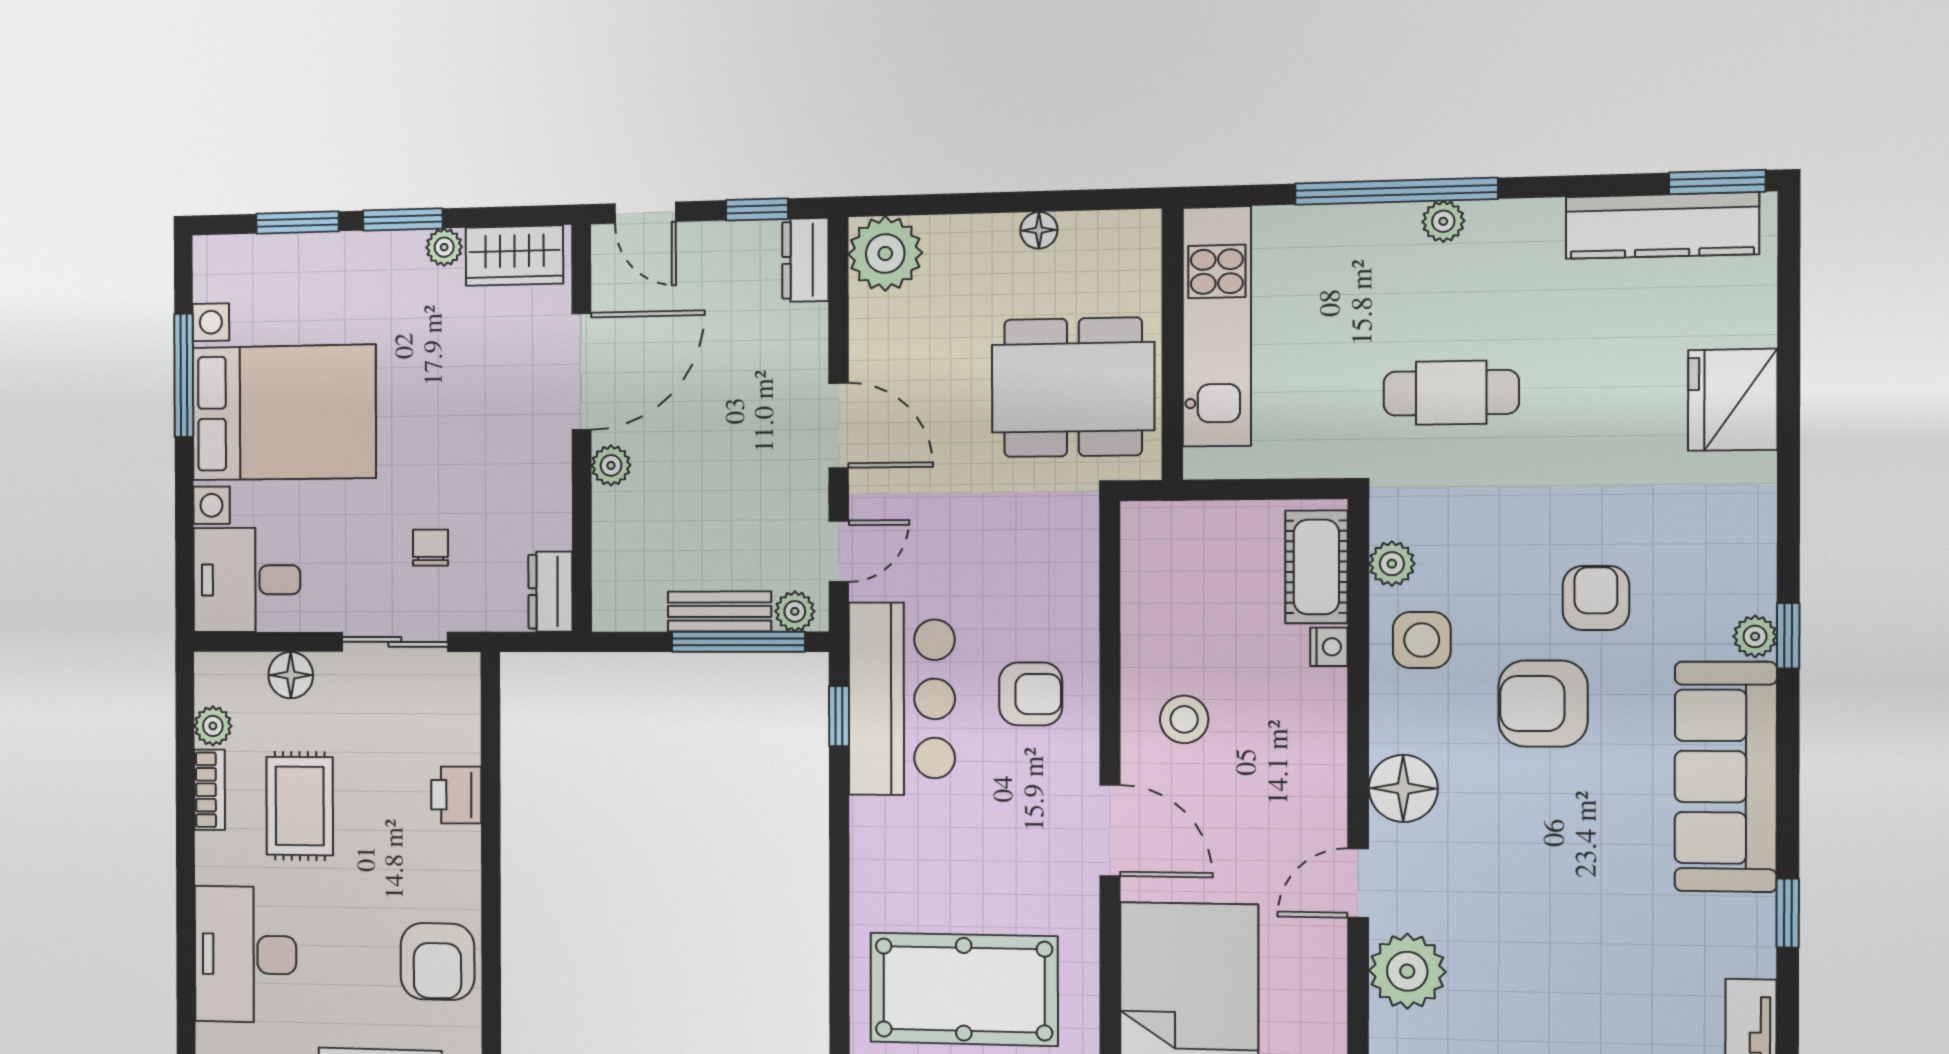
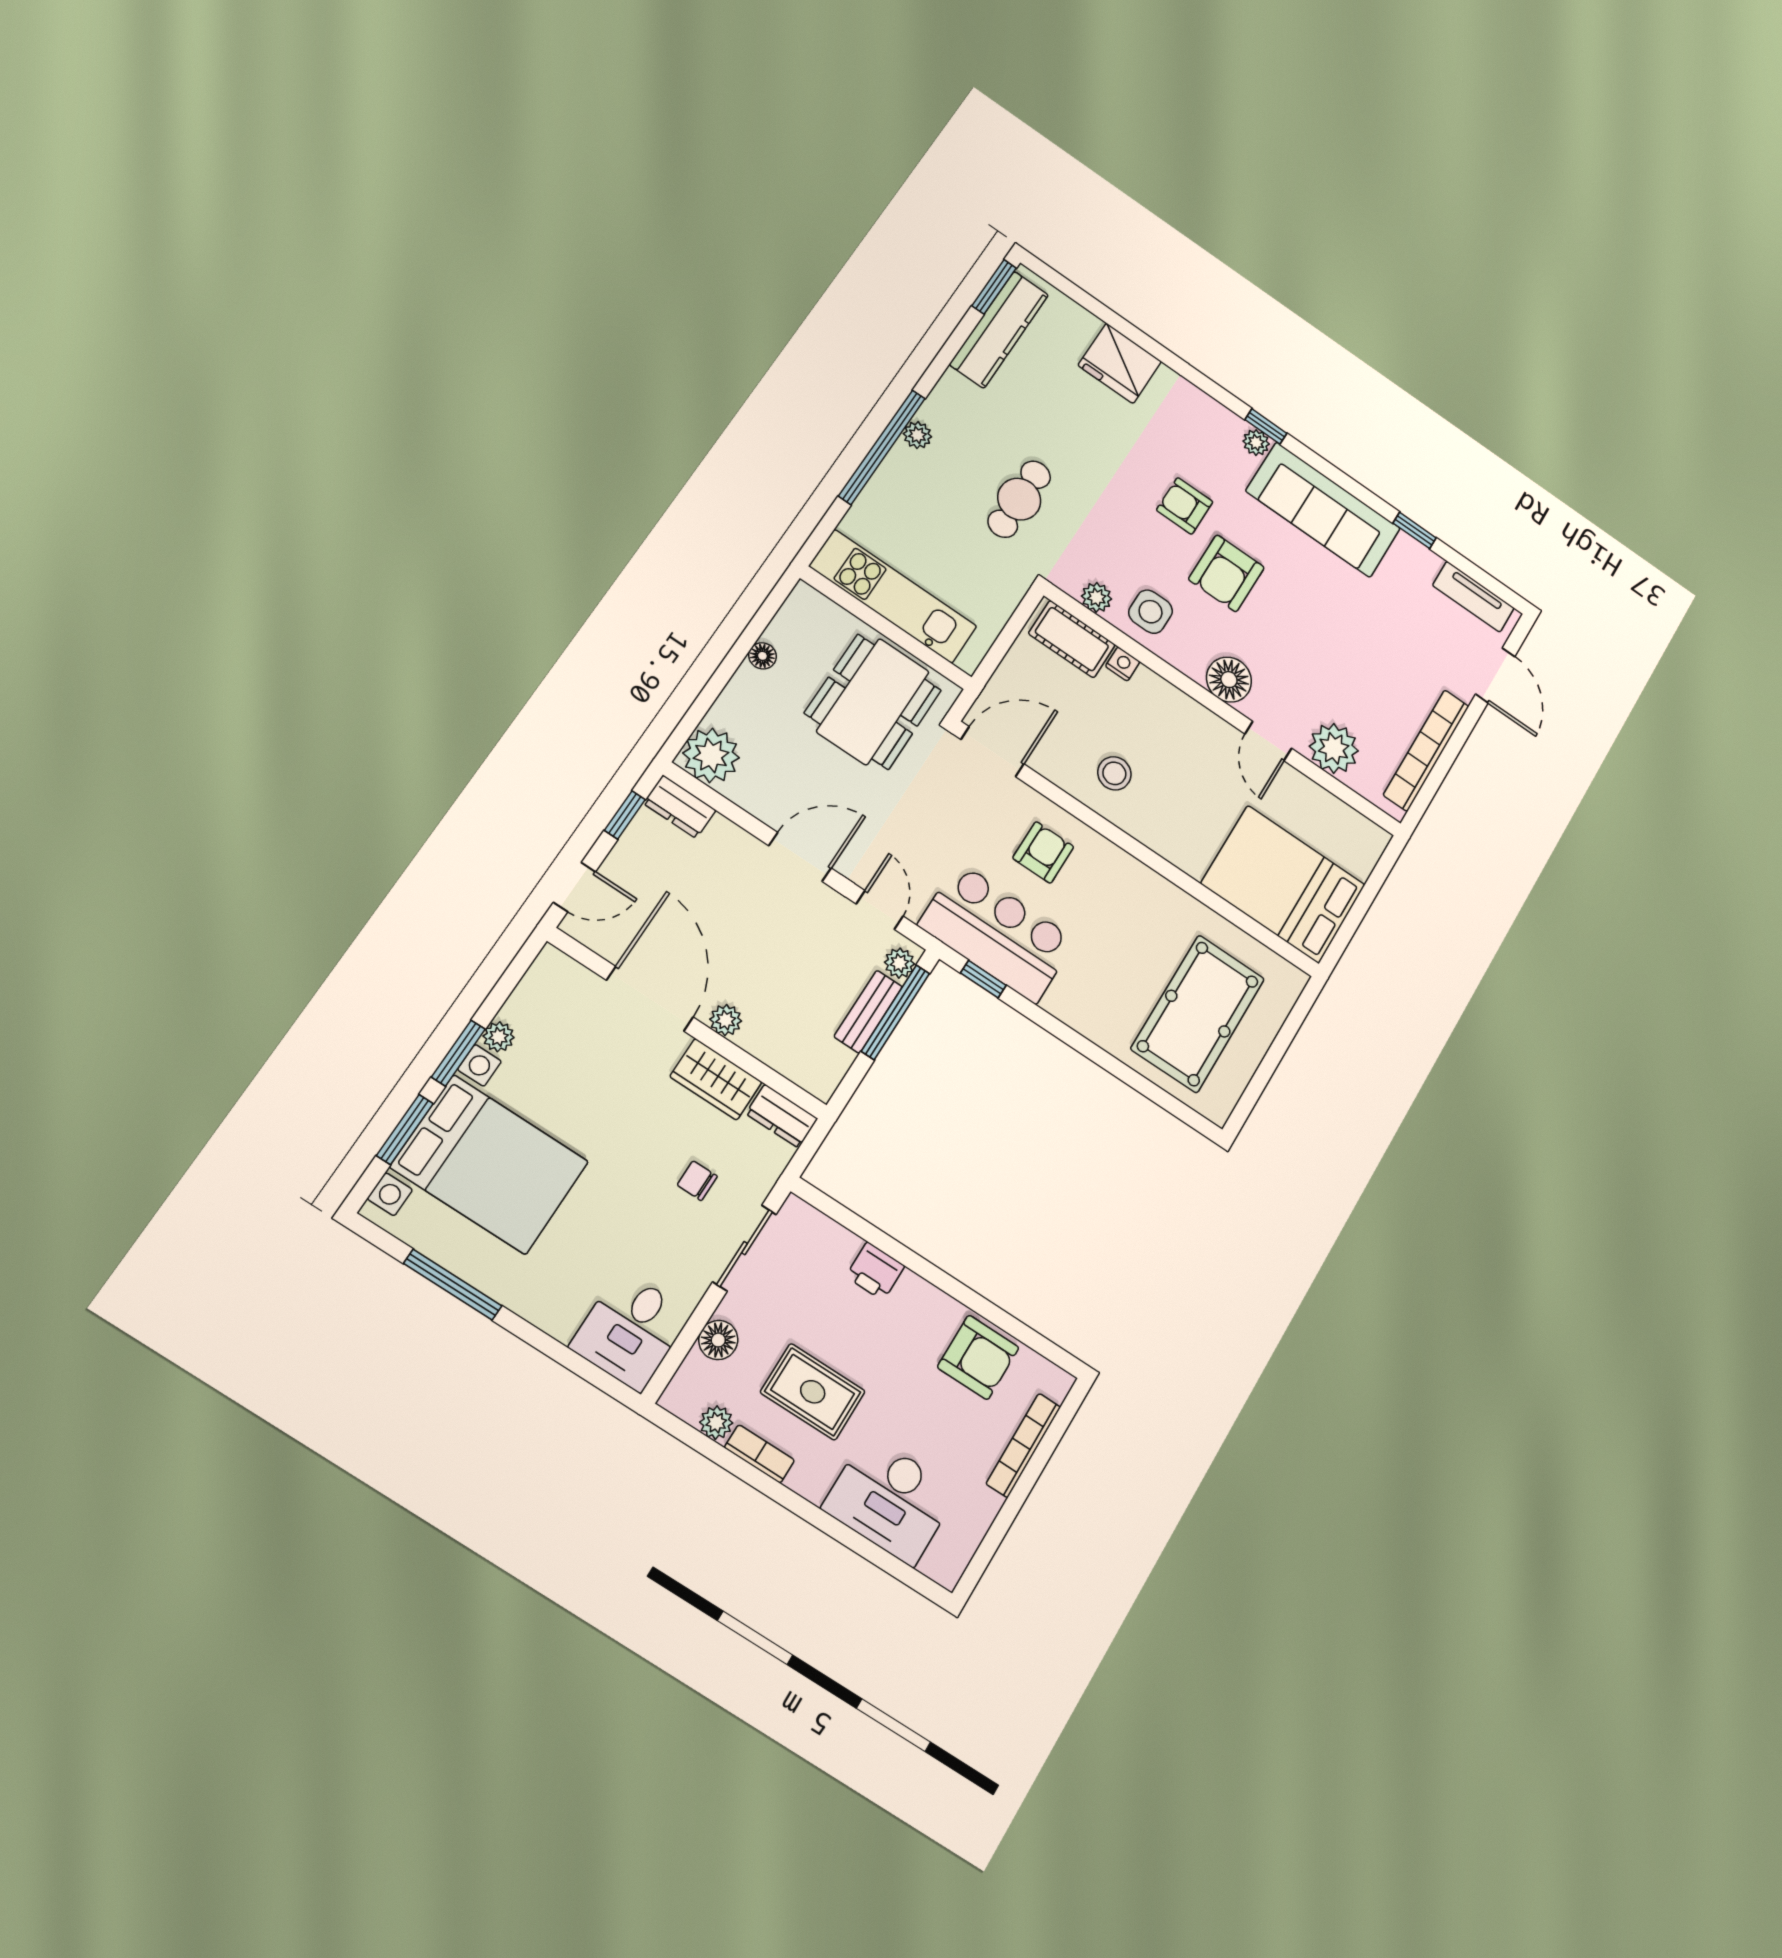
wardrobe: (514, 256) -> (716, 1079), moved, turned 90
bed with nightstands: (284, 413) -> (490, 1164), moved, turned 90
door: (1110, 830) -> (992, 752), moved

